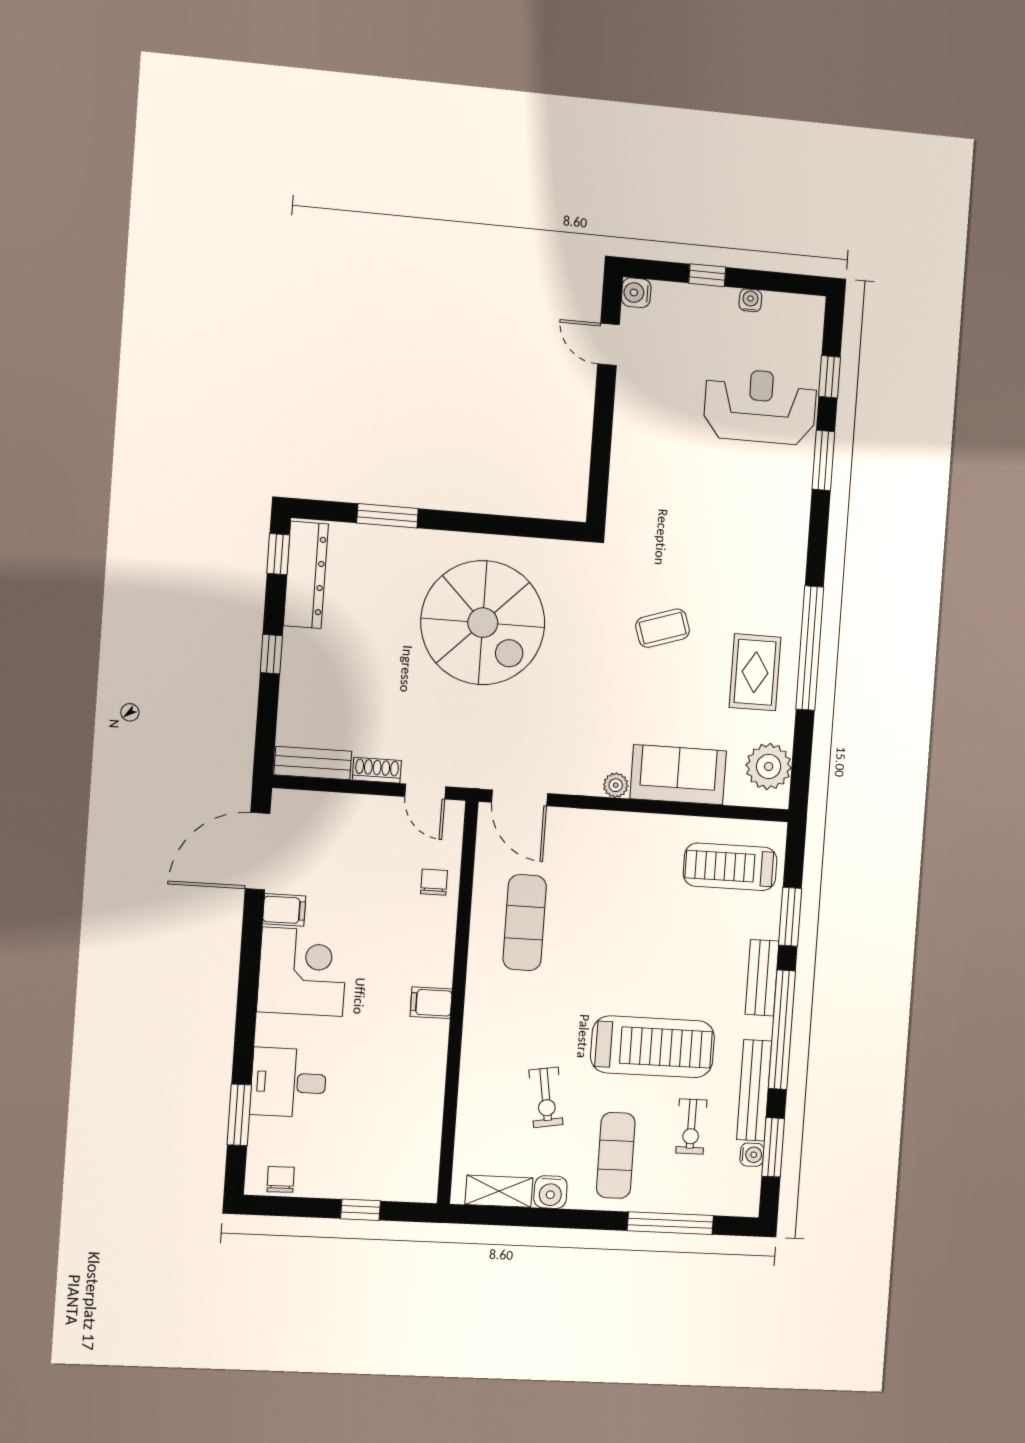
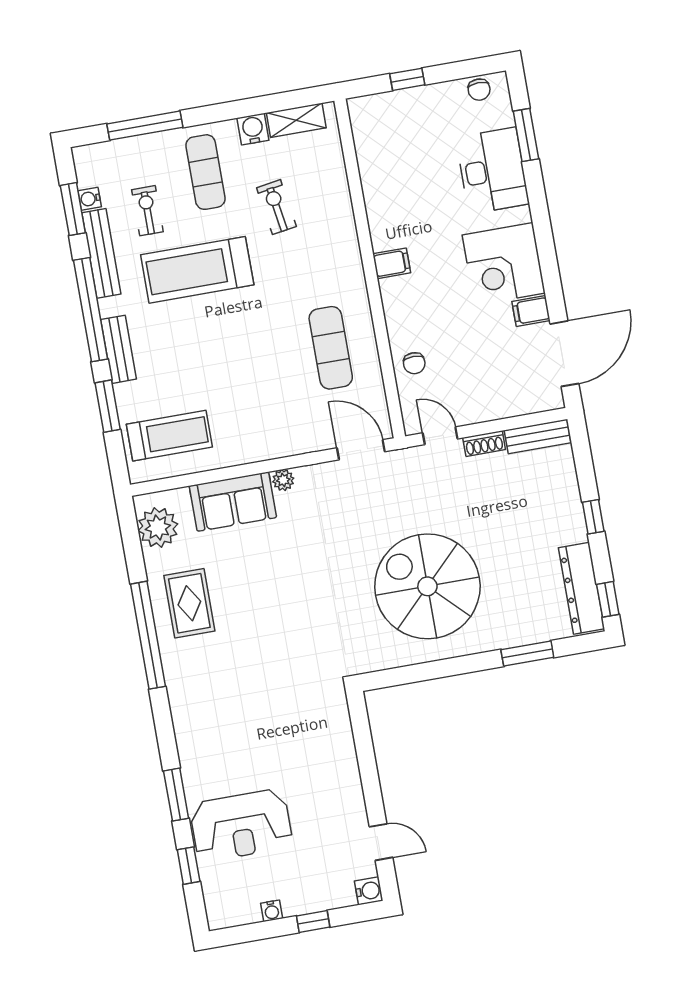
coffee table: (663, 628) -> (277, 620), removed
desk: (288, 1082) -> (492, 171), width x1.37

